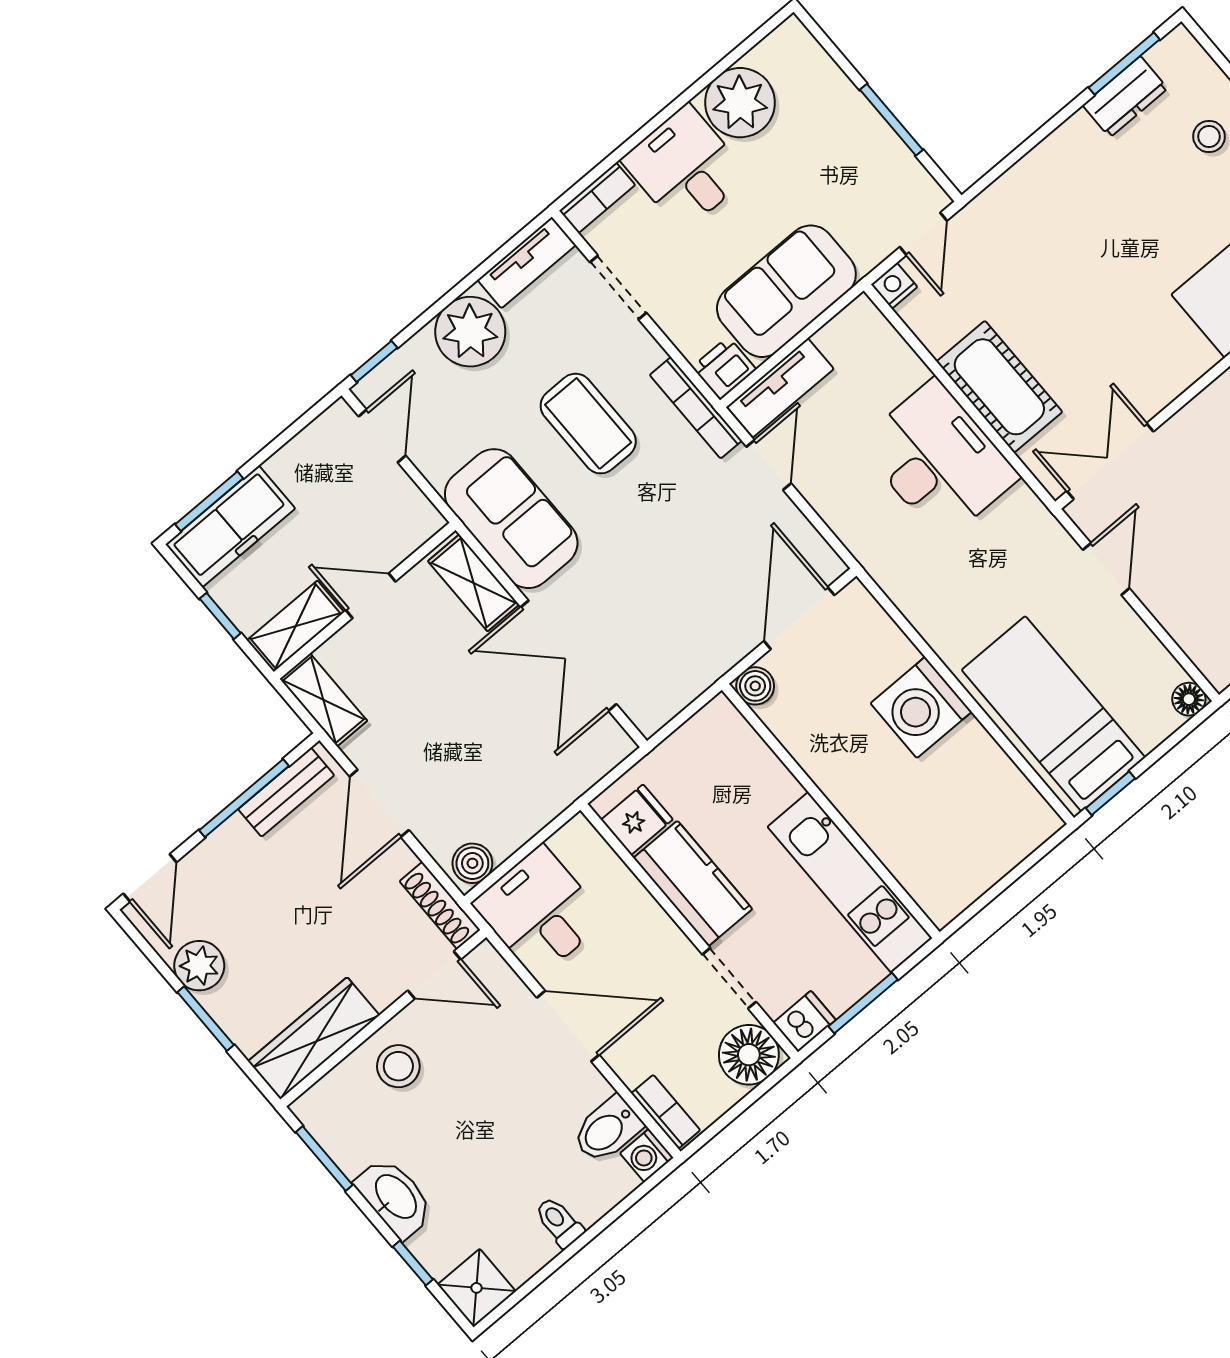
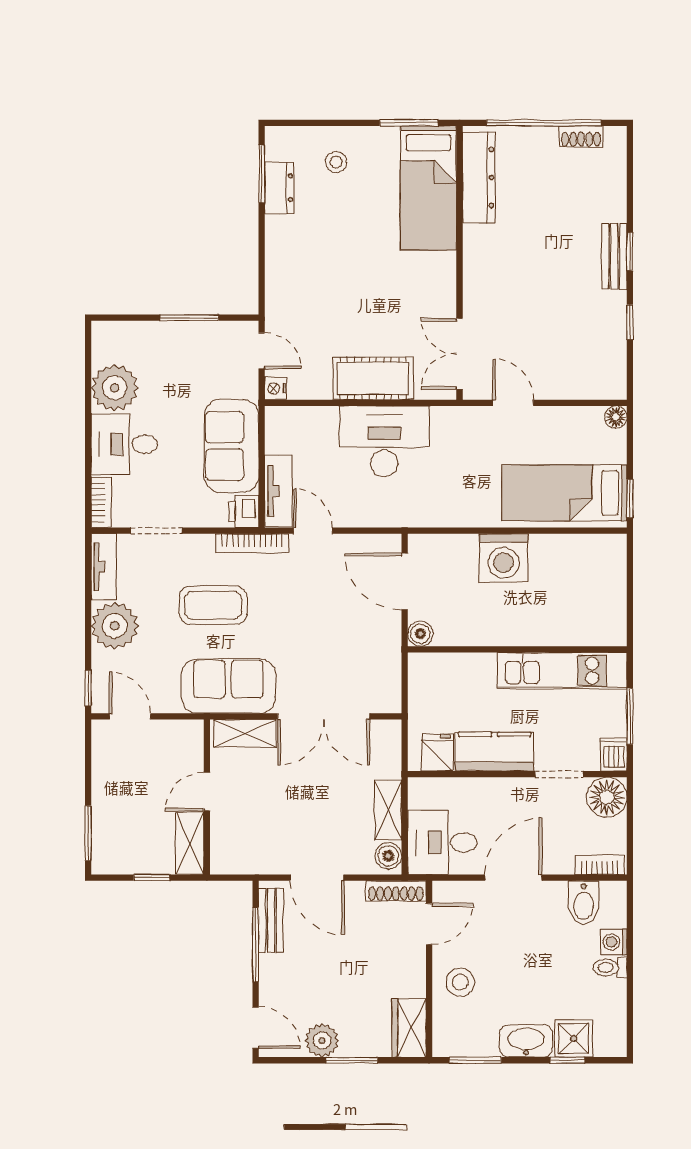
freezer: (230, 526) -> (110, 833), removed
shelving: (323, 700) -> (388, 810), moved, turned 90
wardrobe: (314, 1038) -> (409, 1028), width x0.67
washing machine: (647, 1155) -> (614, 942), moved, turned 90
shower: (476, 1288) -> (574, 1038), moved

